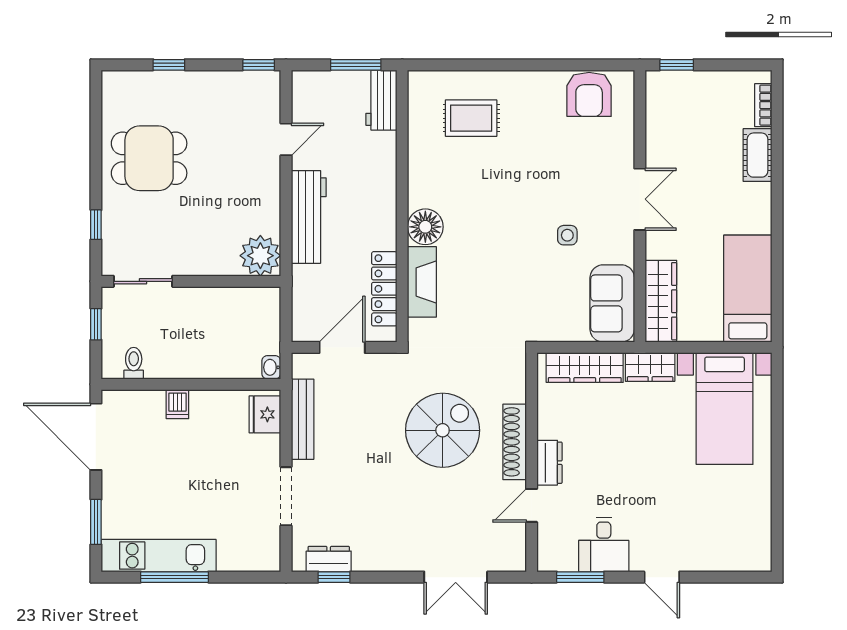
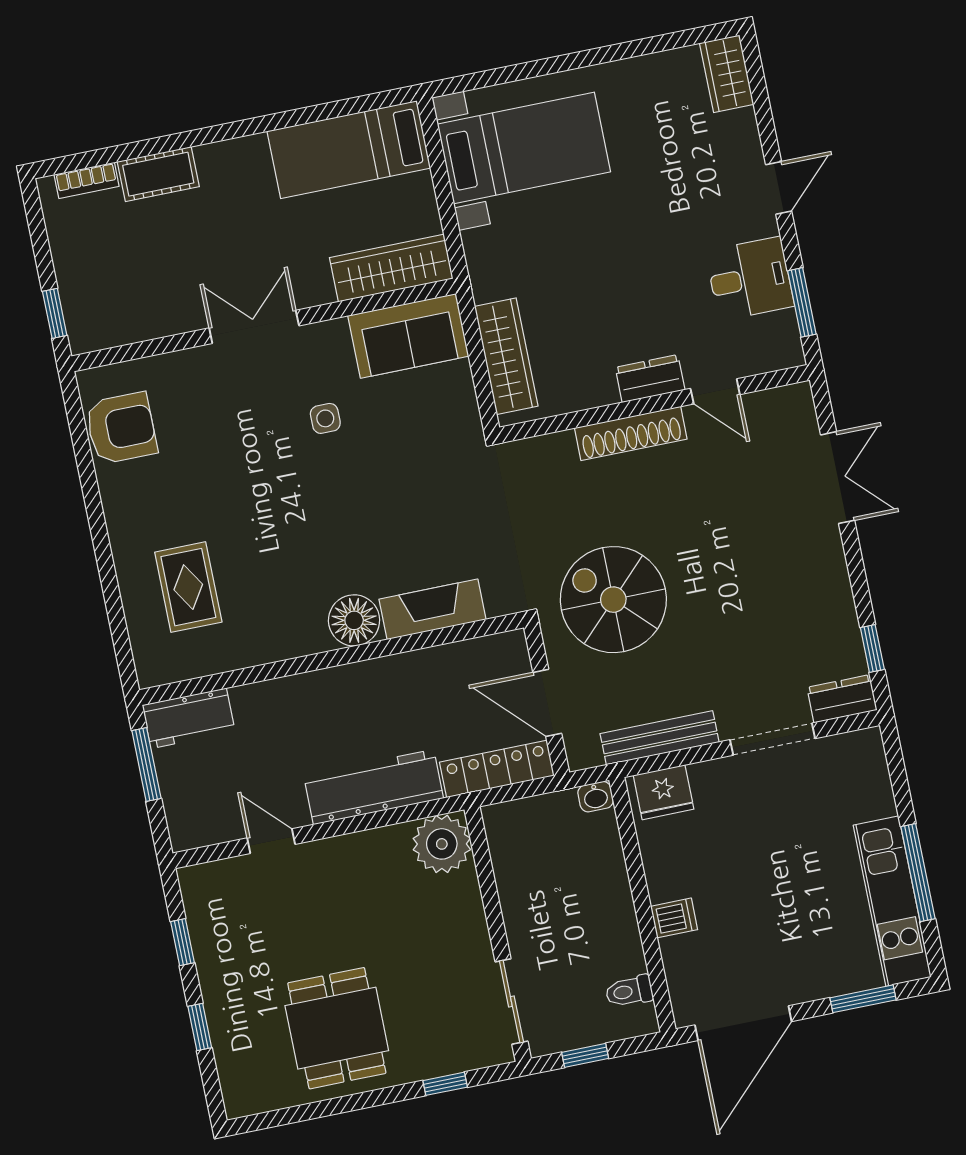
window: (259, 65) -> (183, 942), moved
locker: (384, 289) -> (497, 769), moved, turned 180
wardrobe: (650, 367) -> (727, 74), moved, turned 180
spiral stairs: (443, 430) -> (613, 600), moved
dresser: (329, 559) -> (842, 699), moved, turned 90

